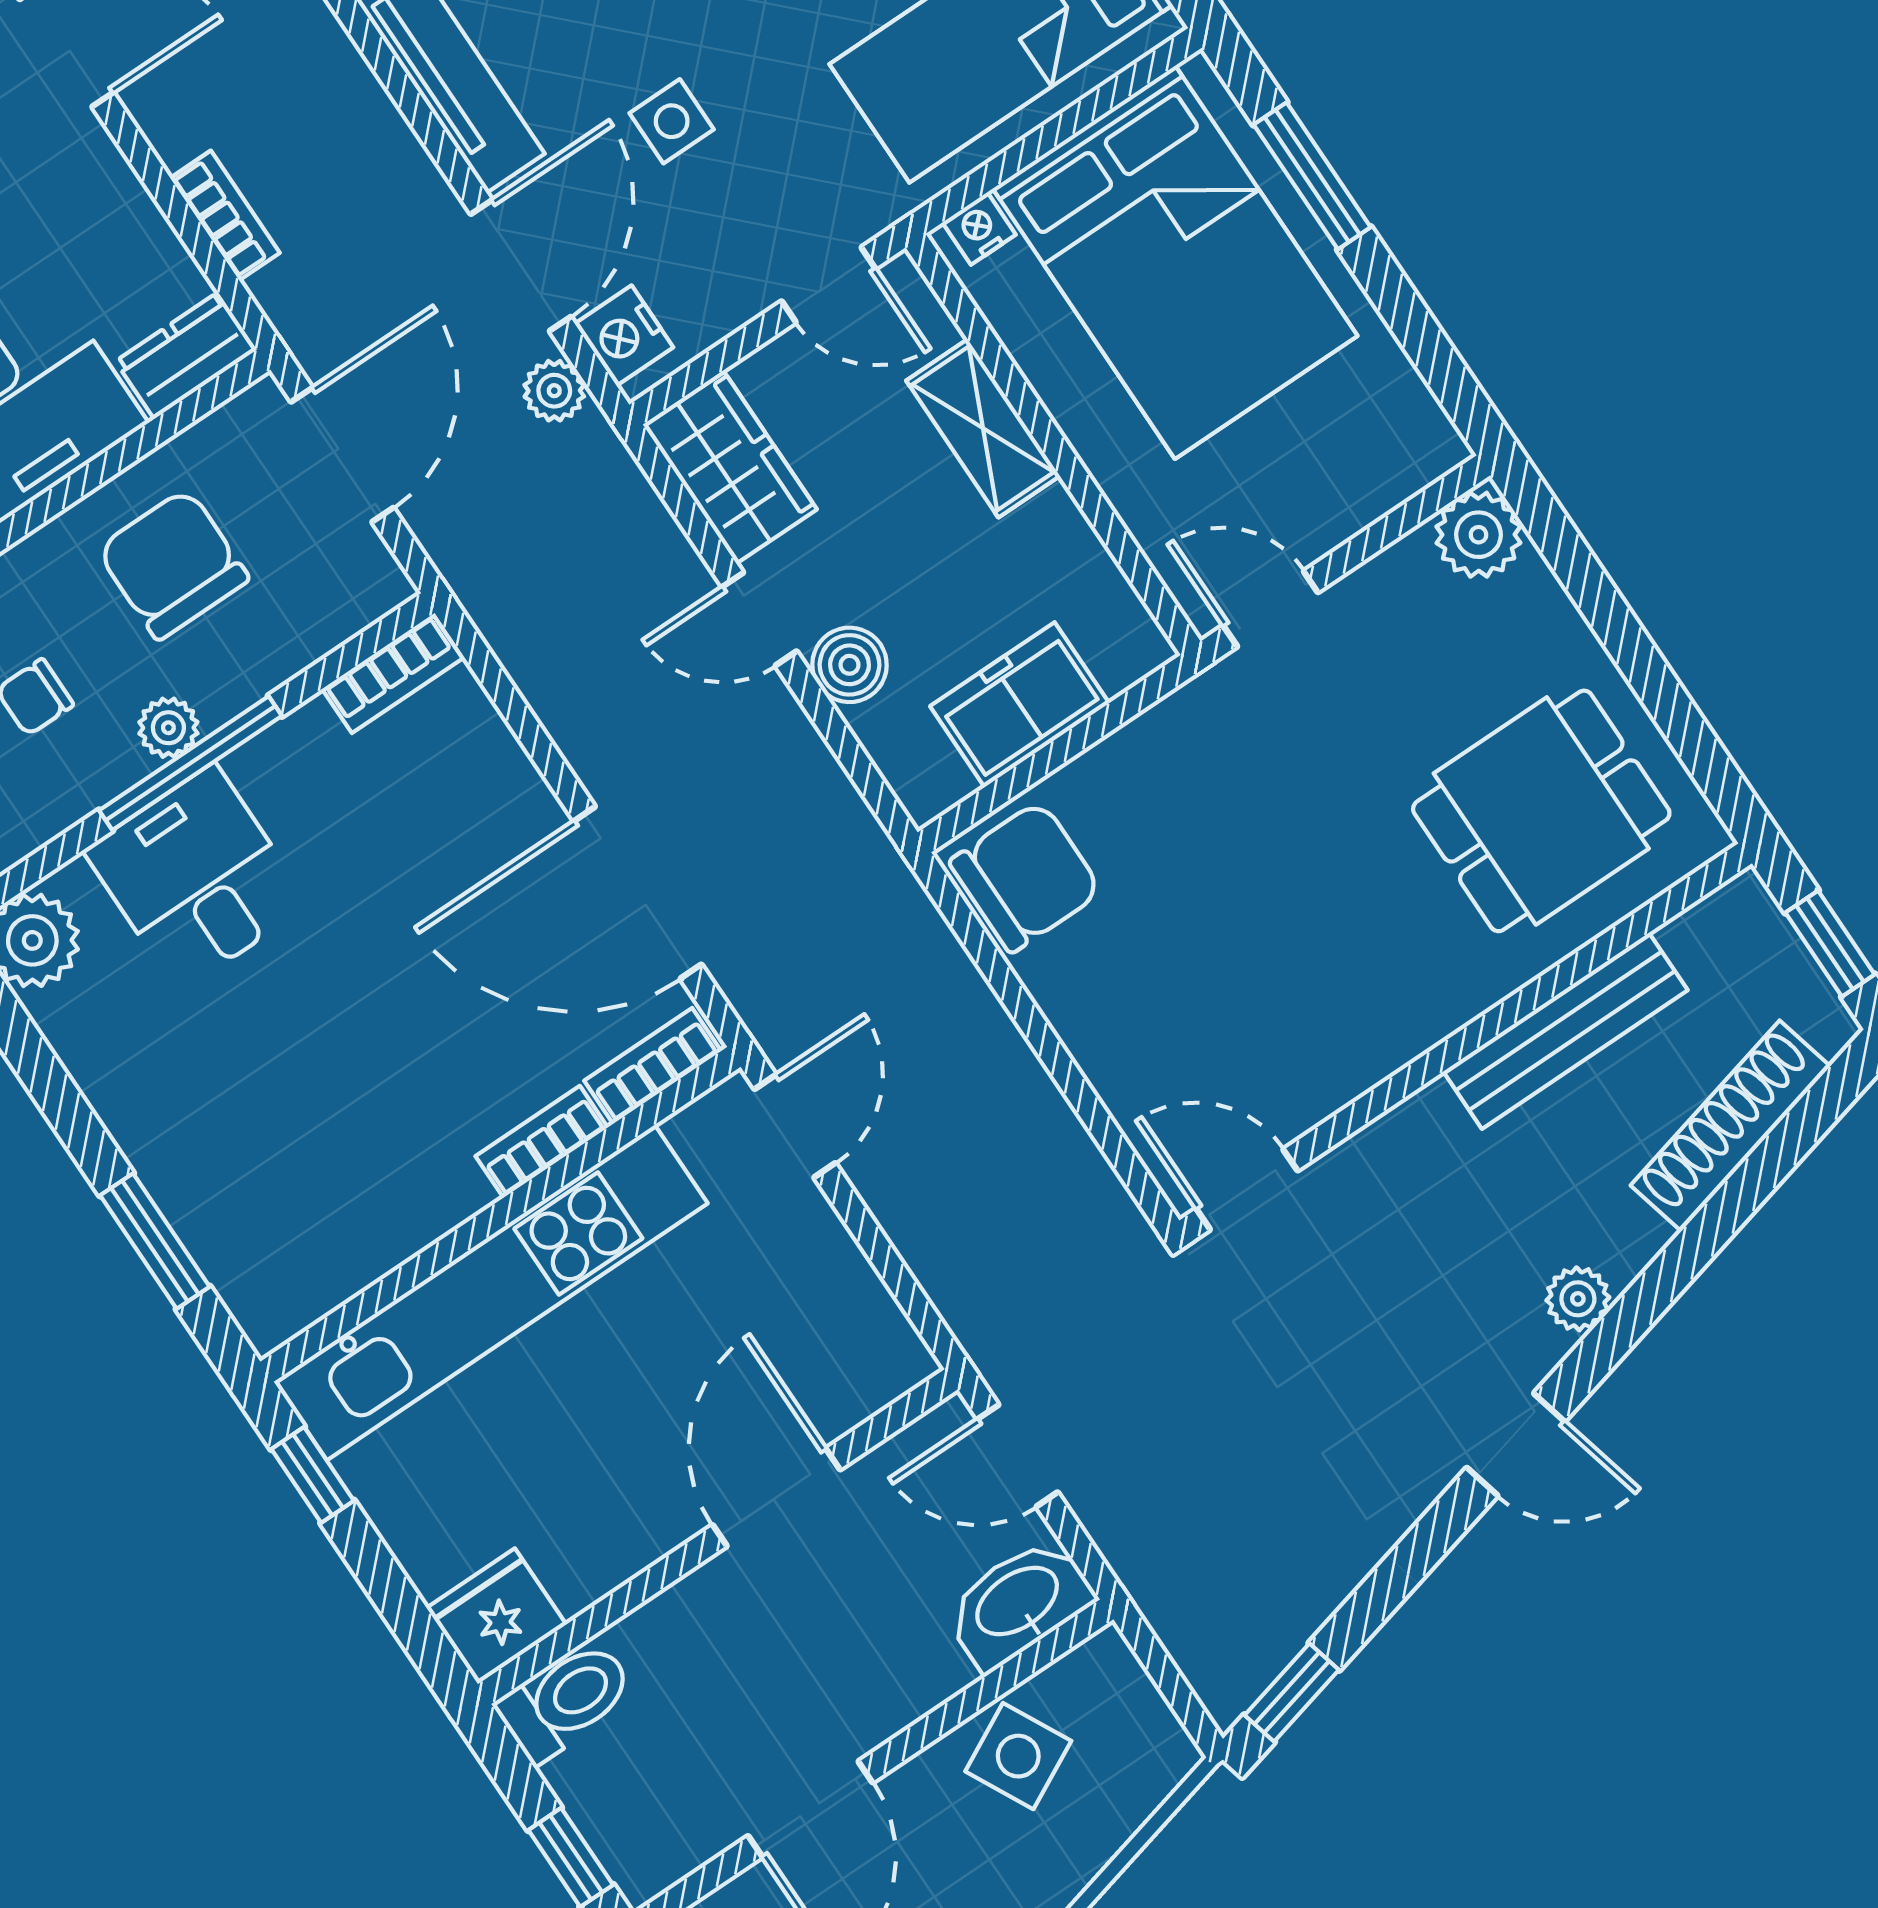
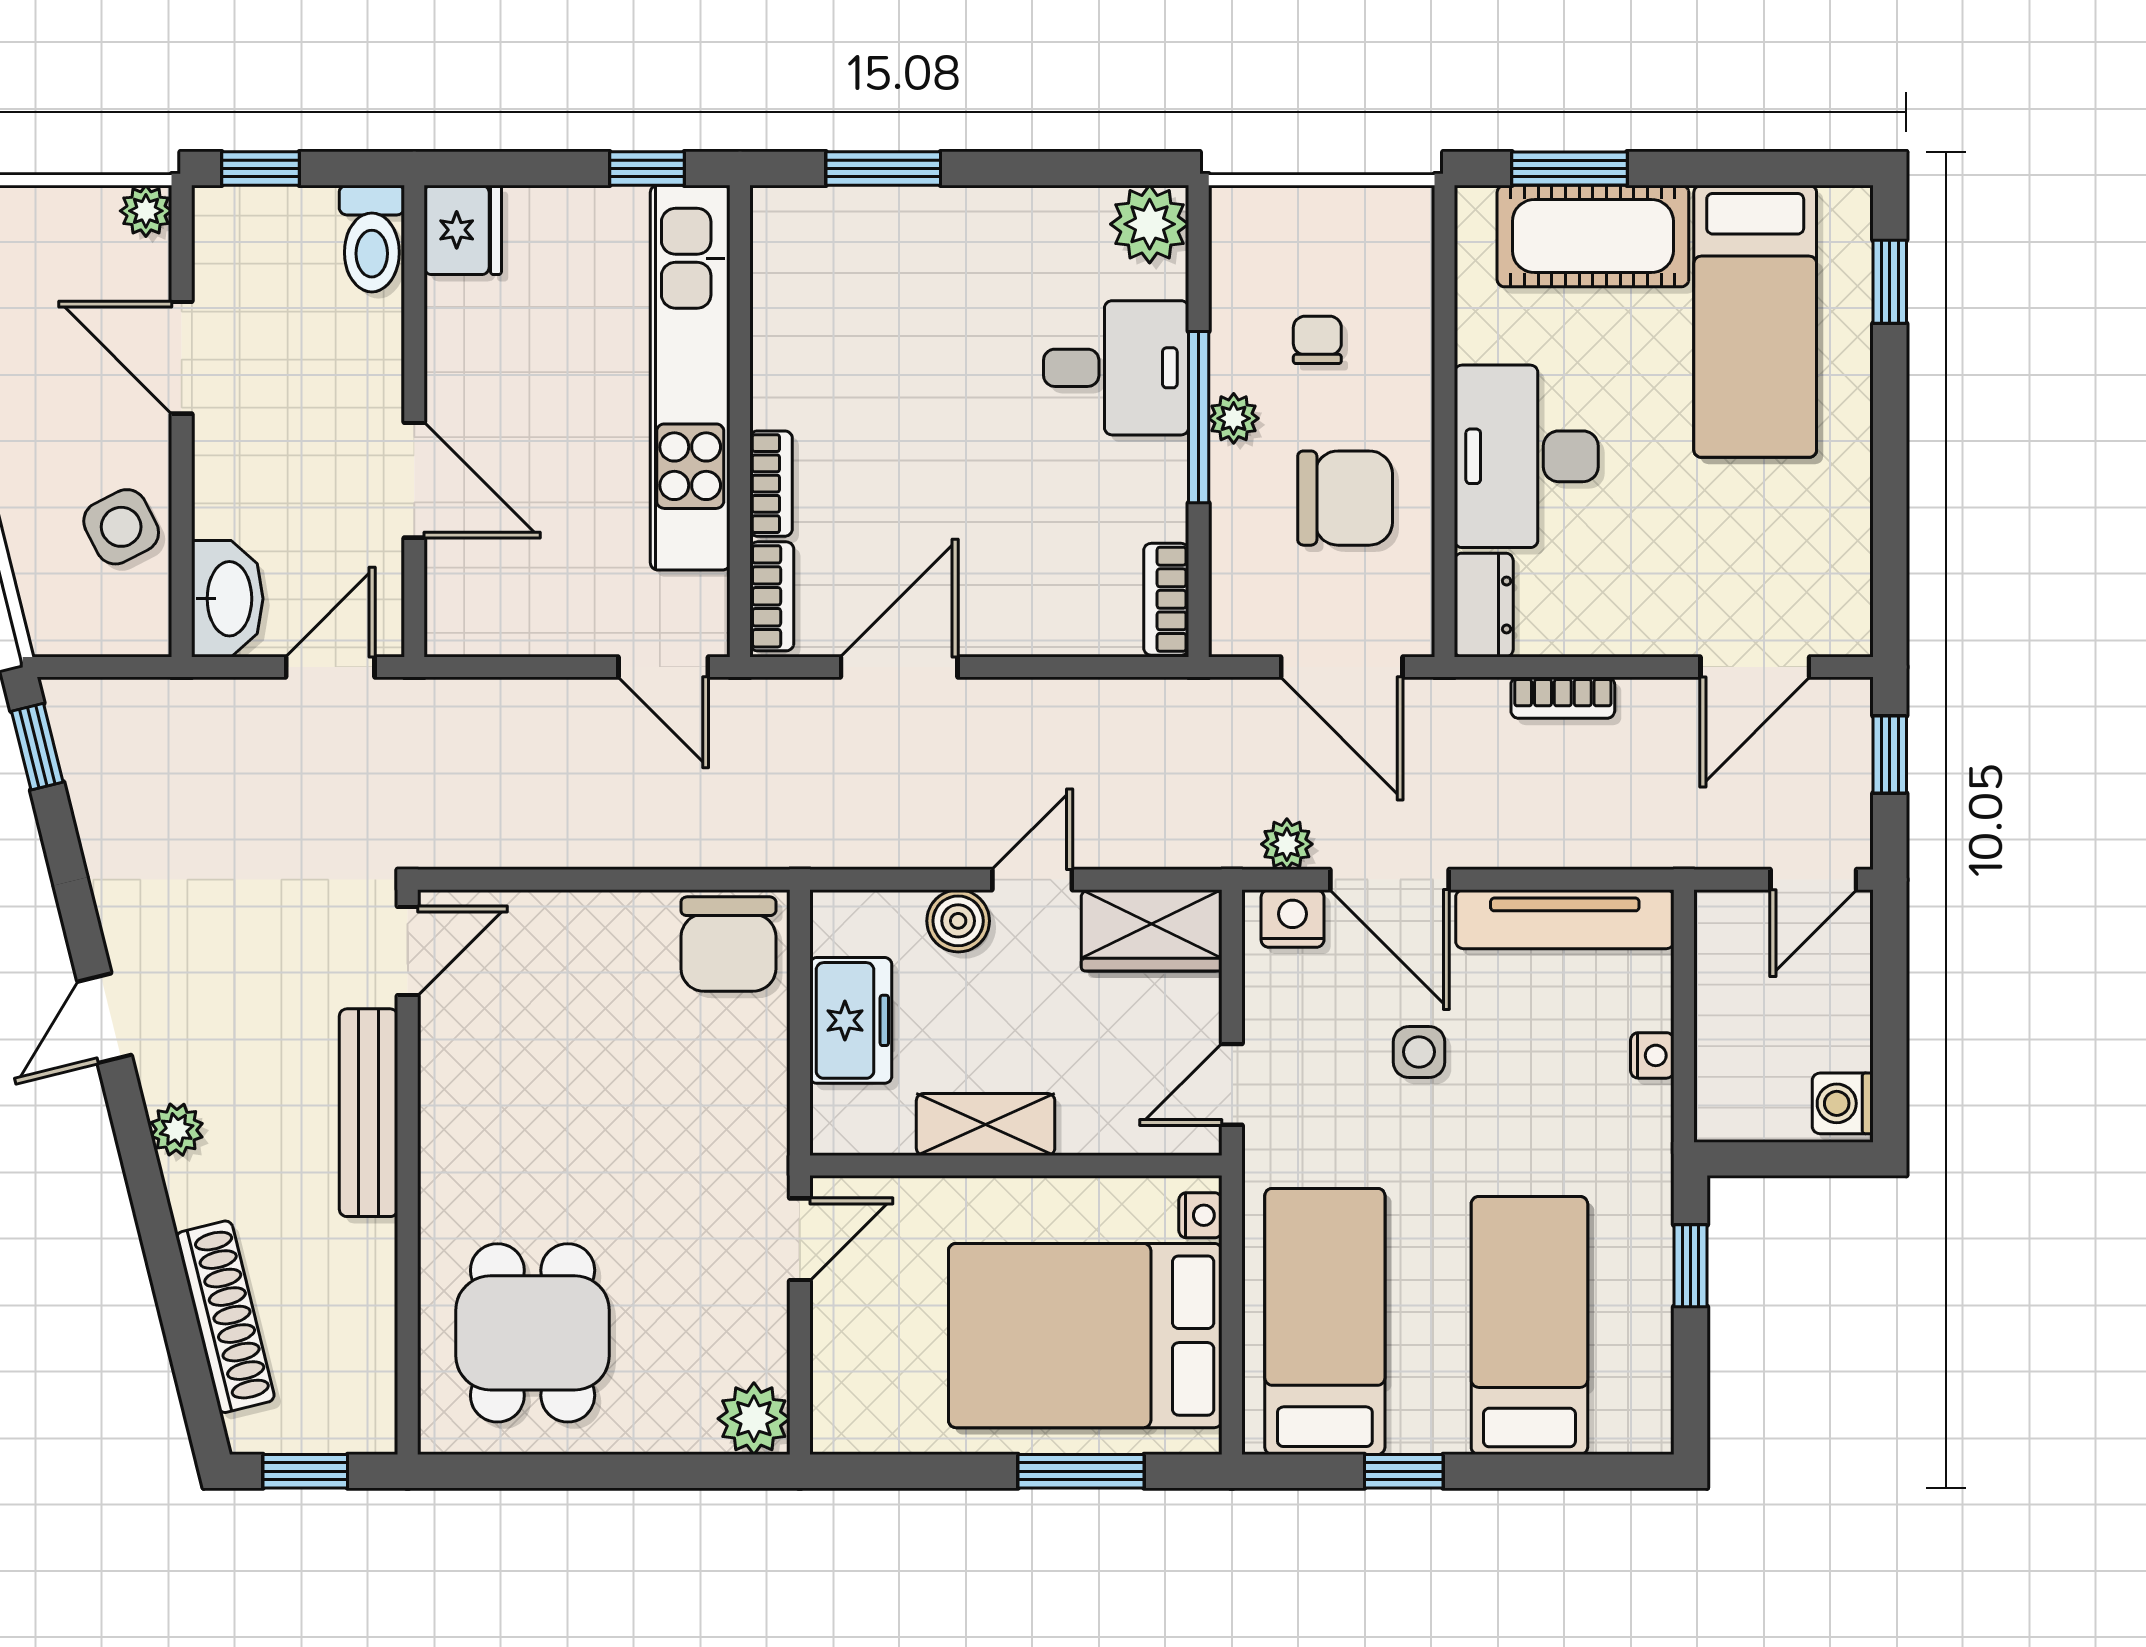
shelving: (983, 428) -> (986, 1124), moved
door: (638, 893) -> (899, 667), width x0.73
bench: (1565, 1031) -> (369, 1113), moved

